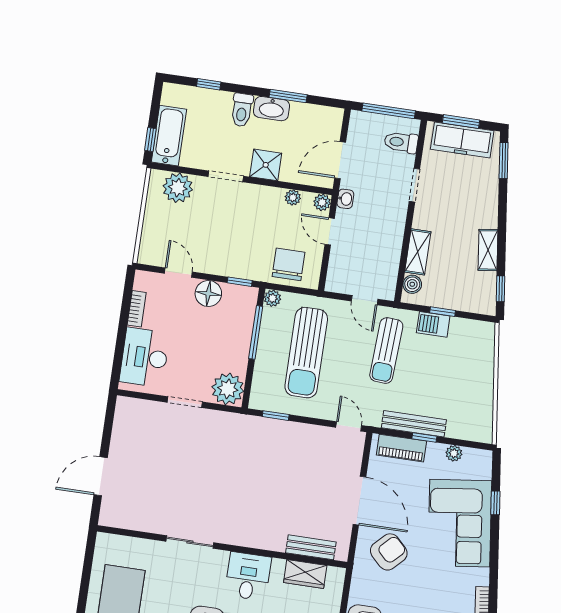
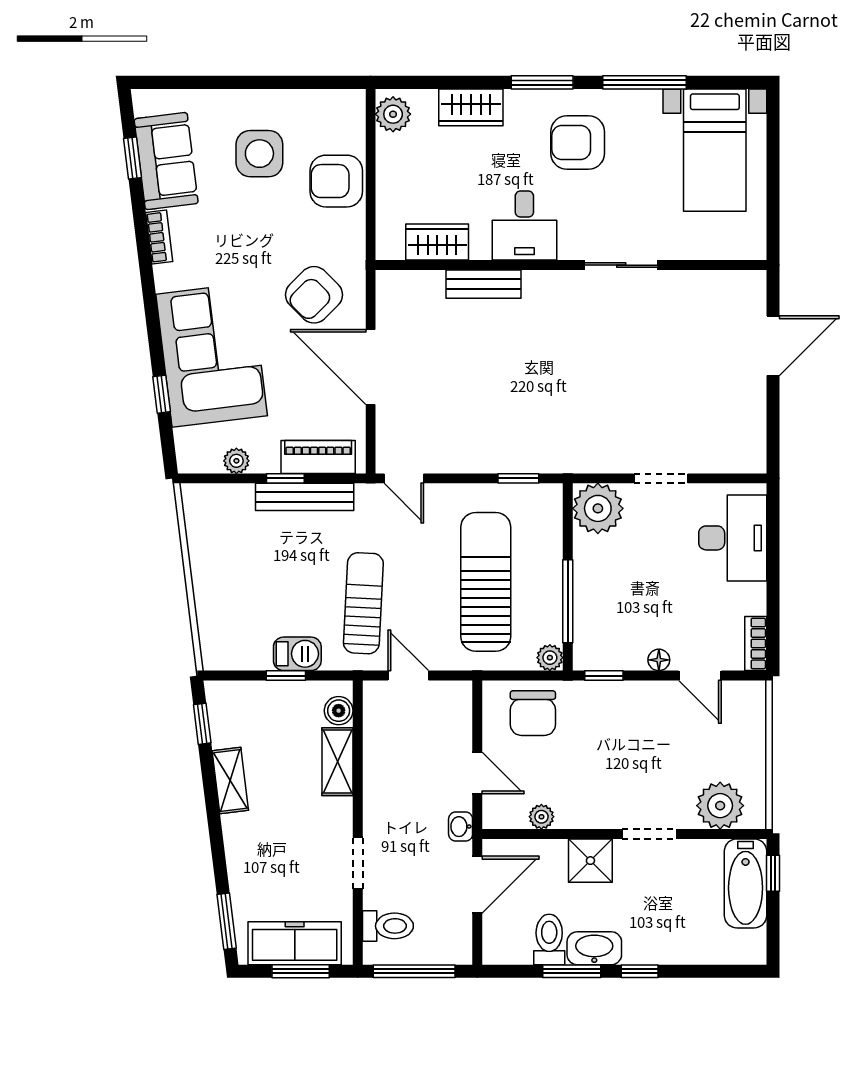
window: (209, 84) -> (640, 971), moved
toilet: (242, 110) -> (549, 939), moved
plant: (322, 202) -> (495, 816), removed
floor lamp: (208, 293) -> (659, 660), width x0.53, depth x0.53
bookcase: (137, 309) -> (756, 643), moved
bench: (311, 547) -> (484, 284), moved

